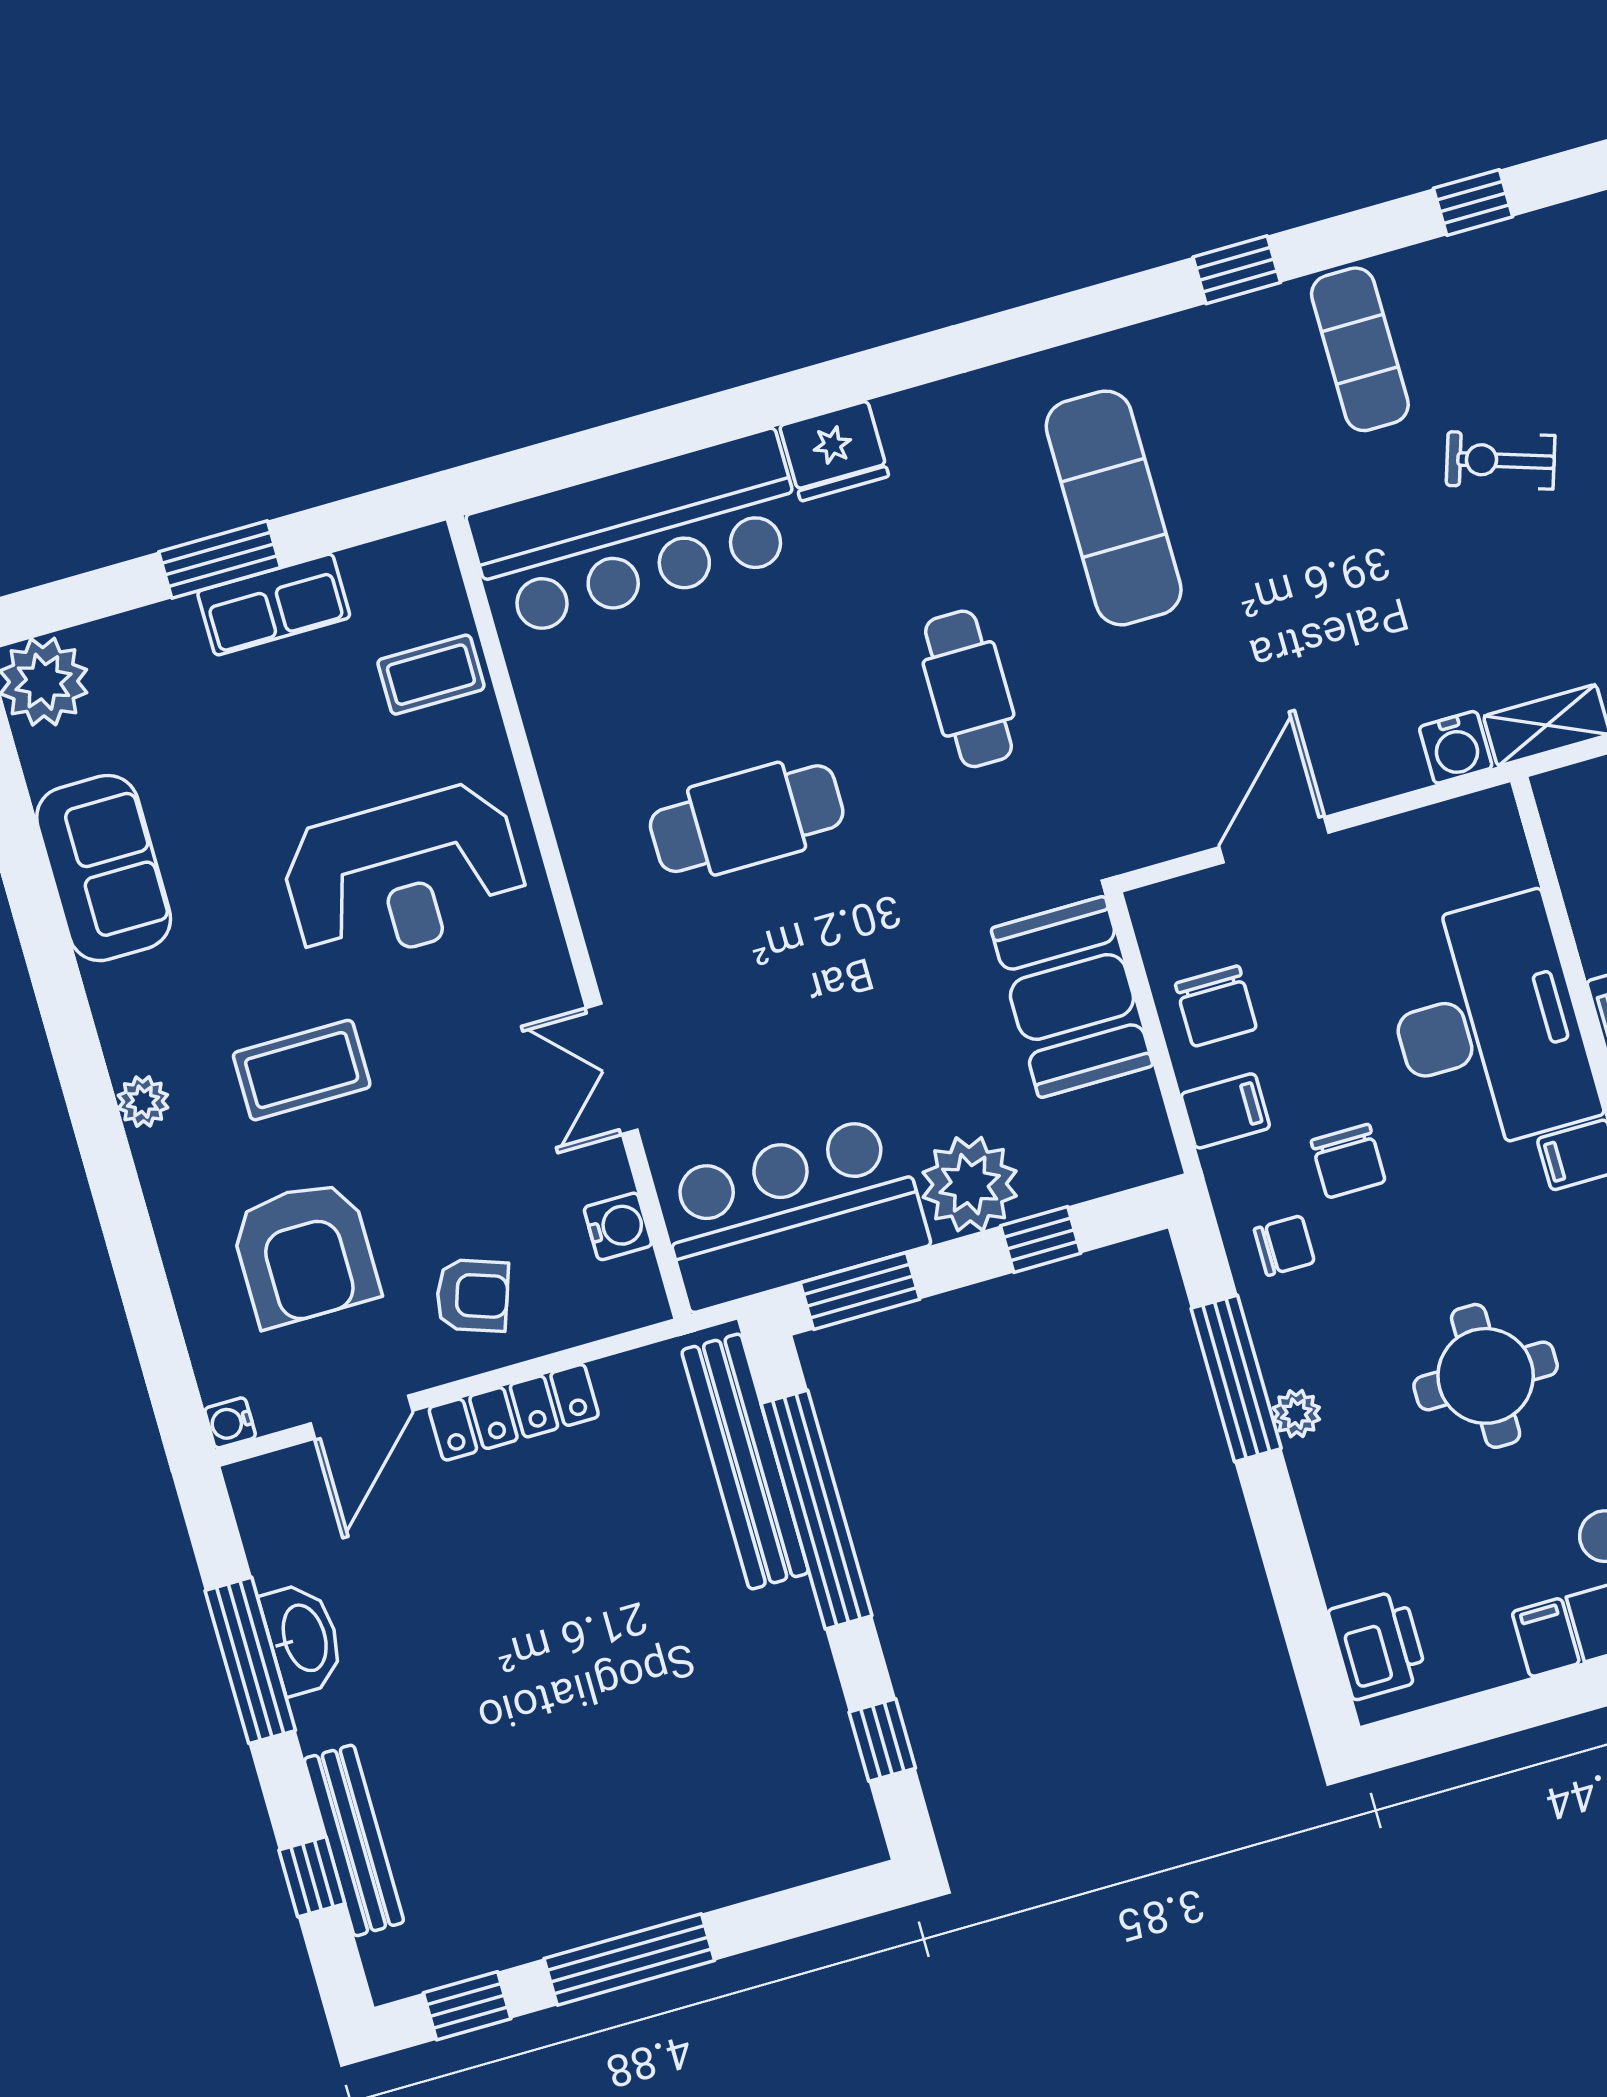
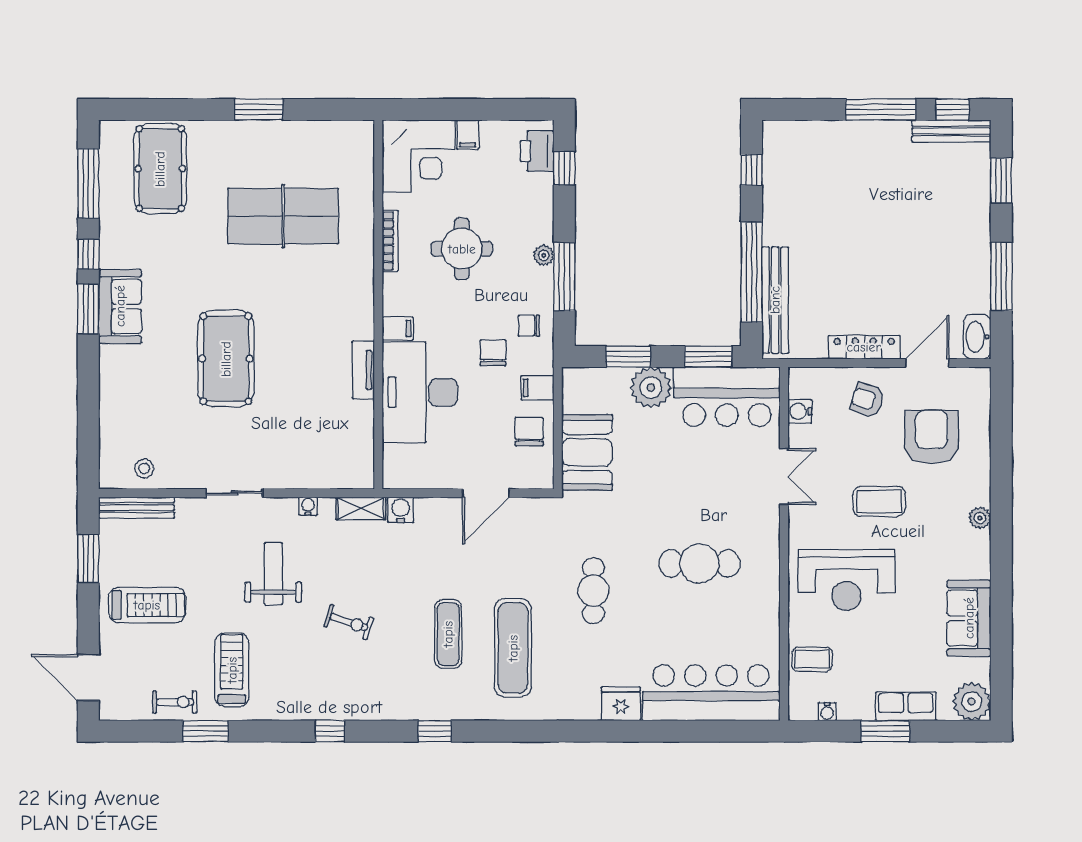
exercise mat: (1360, 349) -> (448, 634), moved
row of seats: (274, 605) -> (906, 706), moved
reception desk: (404, 875) -> (847, 580), turned 180
coffee table: (302, 1070) -> (879, 501), moved
window: (1041, 1239) -> (628, 357), width x1.50
water cooler: (230, 1423) -> (827, 712), moved, turned 90
window: (1306, 1623) -> (564, 168), added
washbasin: (303, 1638) -> (977, 337), moved
bench: (354, 1840) -> (951, 131), moved, turned 90
window: (312, 1877) -> (1001, 180), width x1.50

